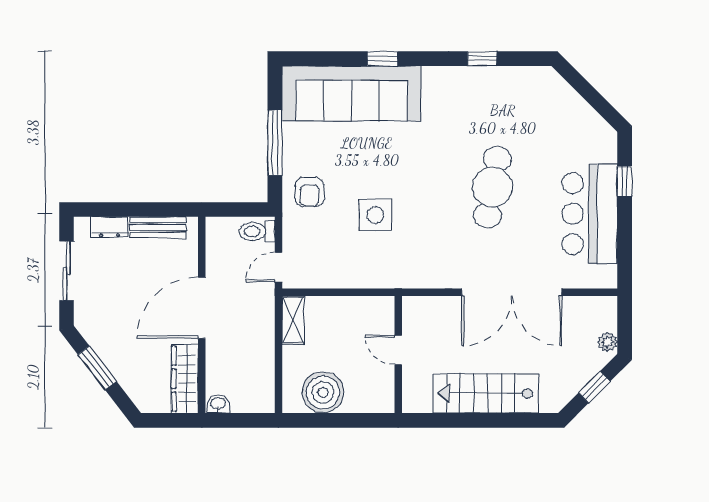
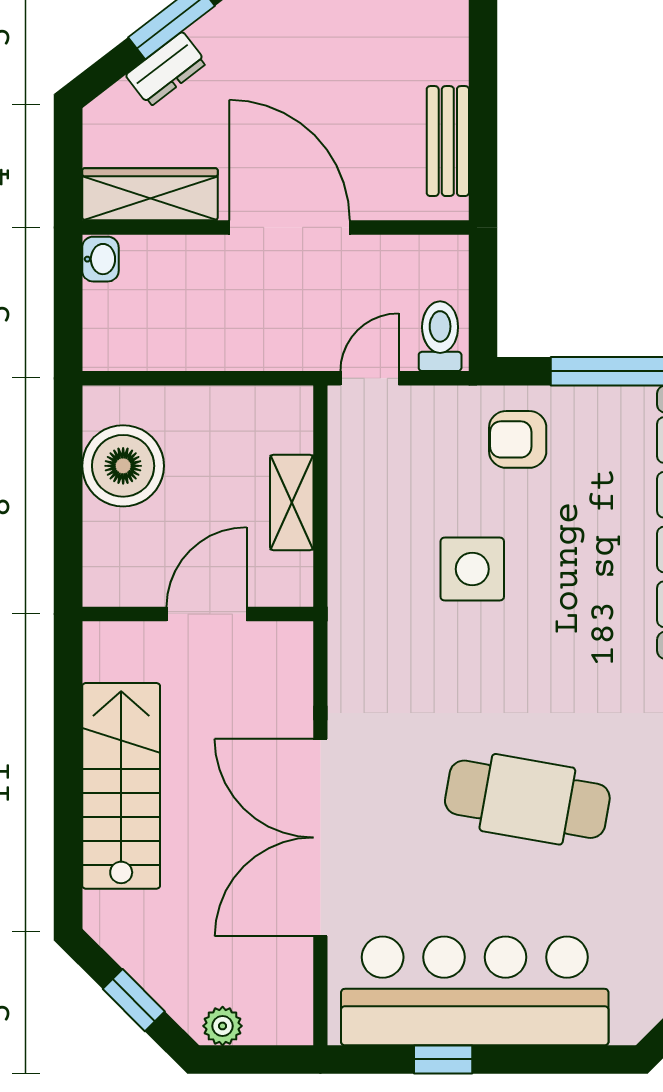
window: (625, 181) -> (443, 1059), moved
bar counter: (590, 214) -> (475, 991), width x1.36
dresser: (110, 227) -> (166, 69), moved, turned -128
door: (278, 267) -> (370, 378), hinge flipped
shelving: (293, 320) -> (292, 502), moved, turned 90
door: (398, 350) -> (207, 614), width x1.38

